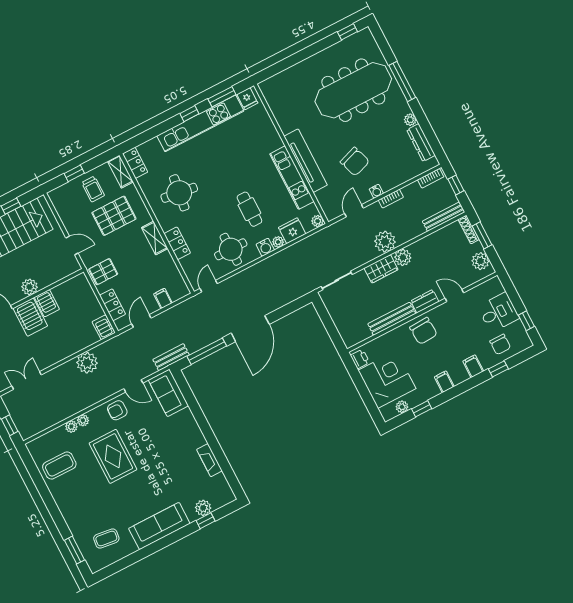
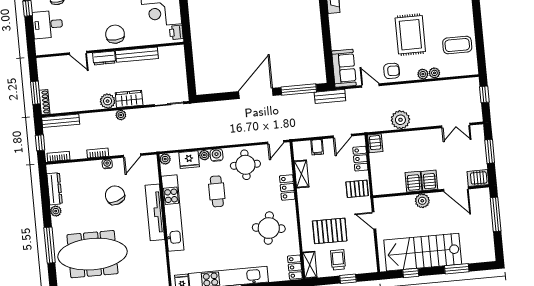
kitchen unit: (292, 178) -> (173, 213), width x1.36
shelving: (155, 238) -> (301, 174), moved
plant: (385, 242) -> (121, 115), width x0.53, depth x0.53
plant: (480, 261) -> (45, 72), removed
server rack: (30, 317) -> (429, 180), width x0.73, depth x0.70

